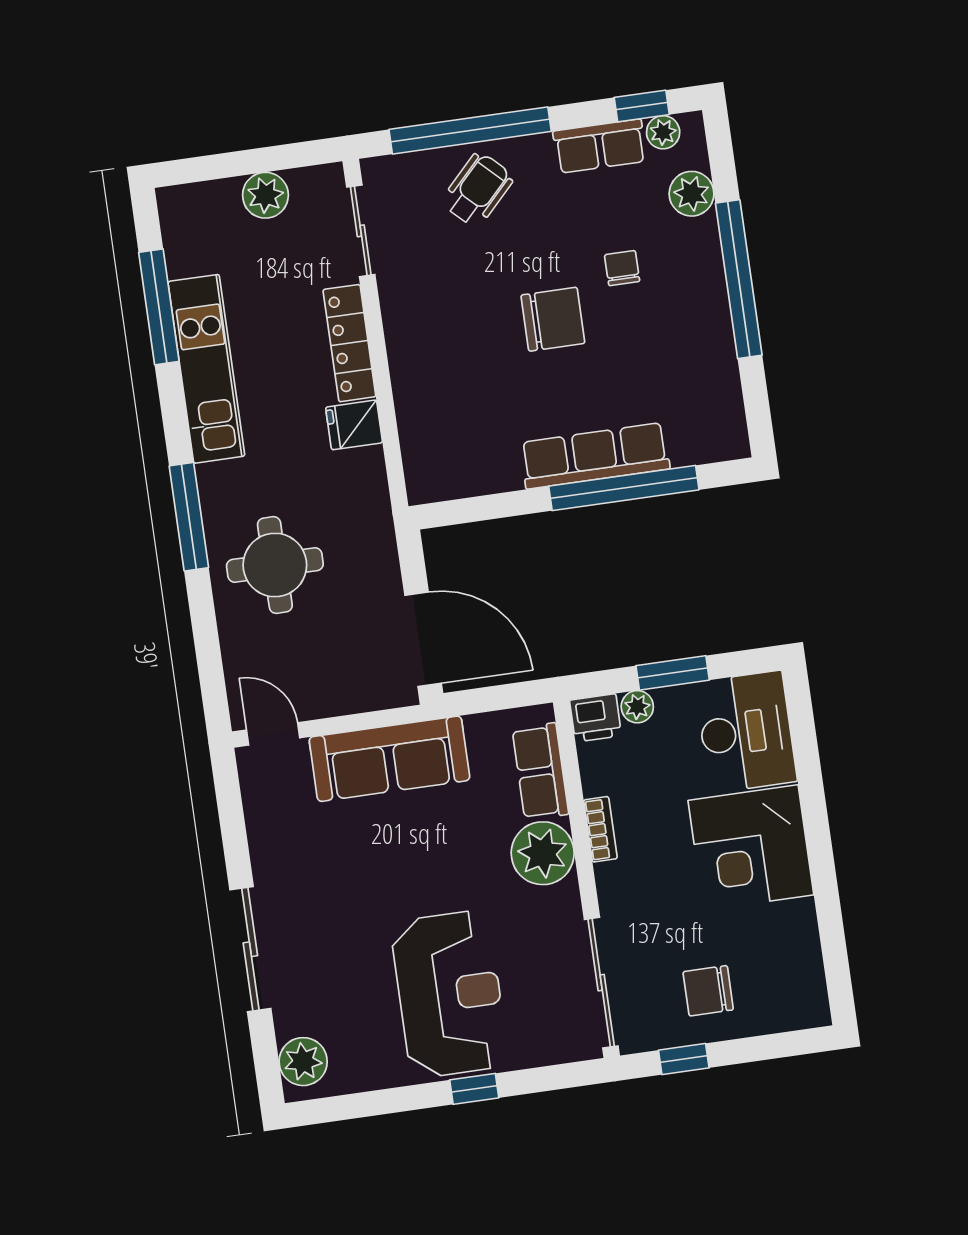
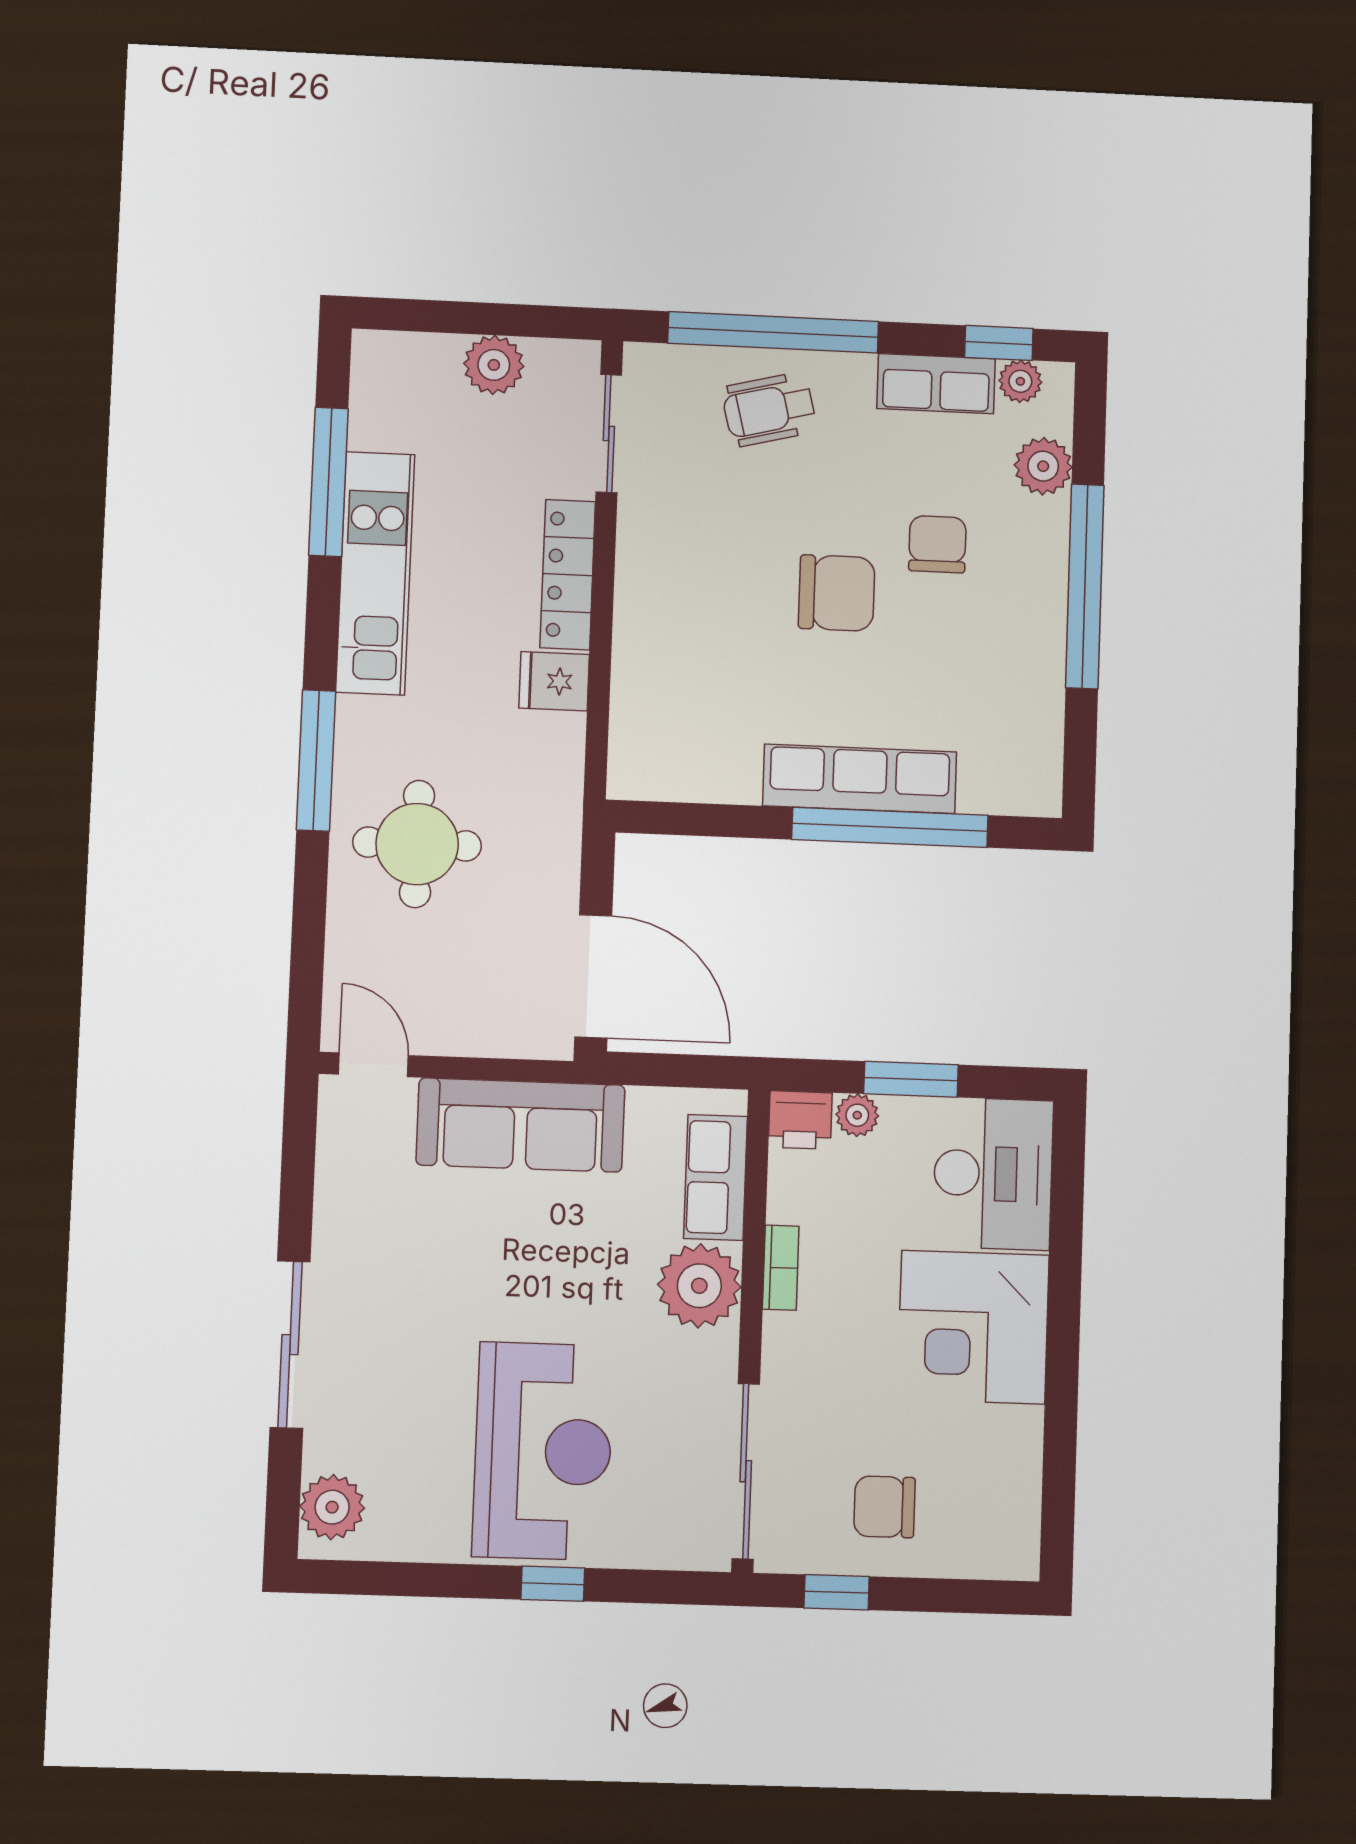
wheelchair: (478, 190) -> (769, 409), turned -148
chair: (622, 268) -> (937, 544), width x1.37, depth x1.37

